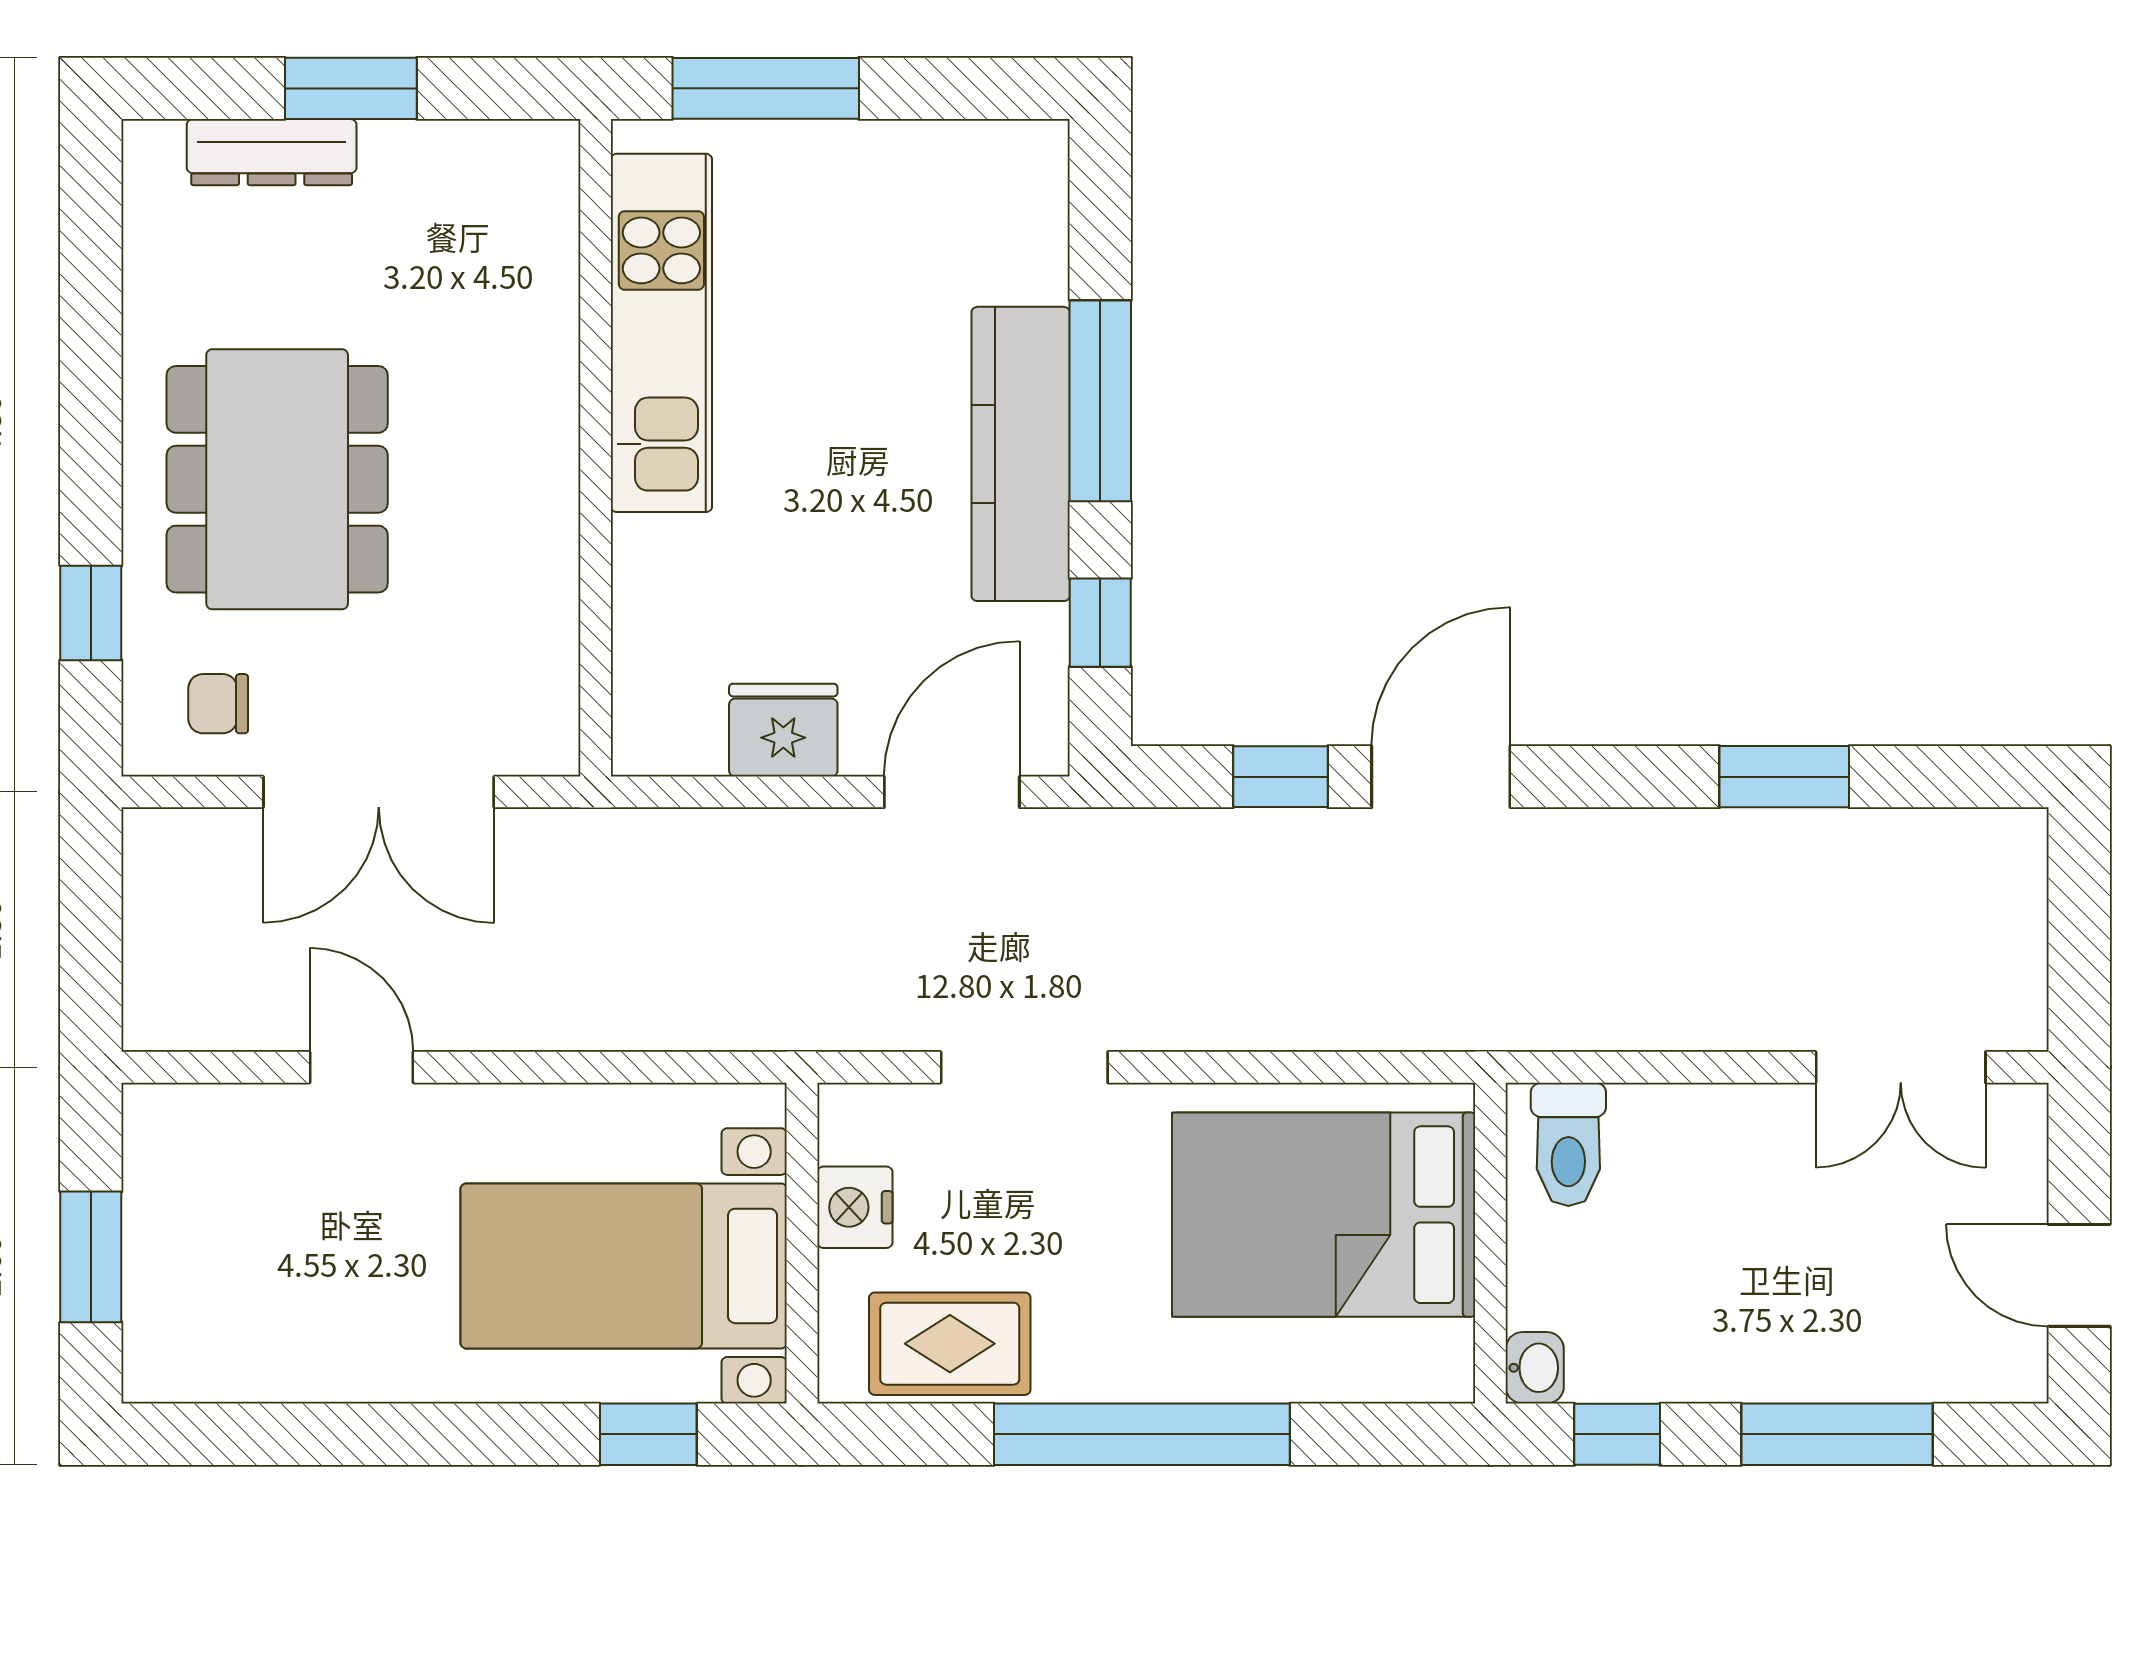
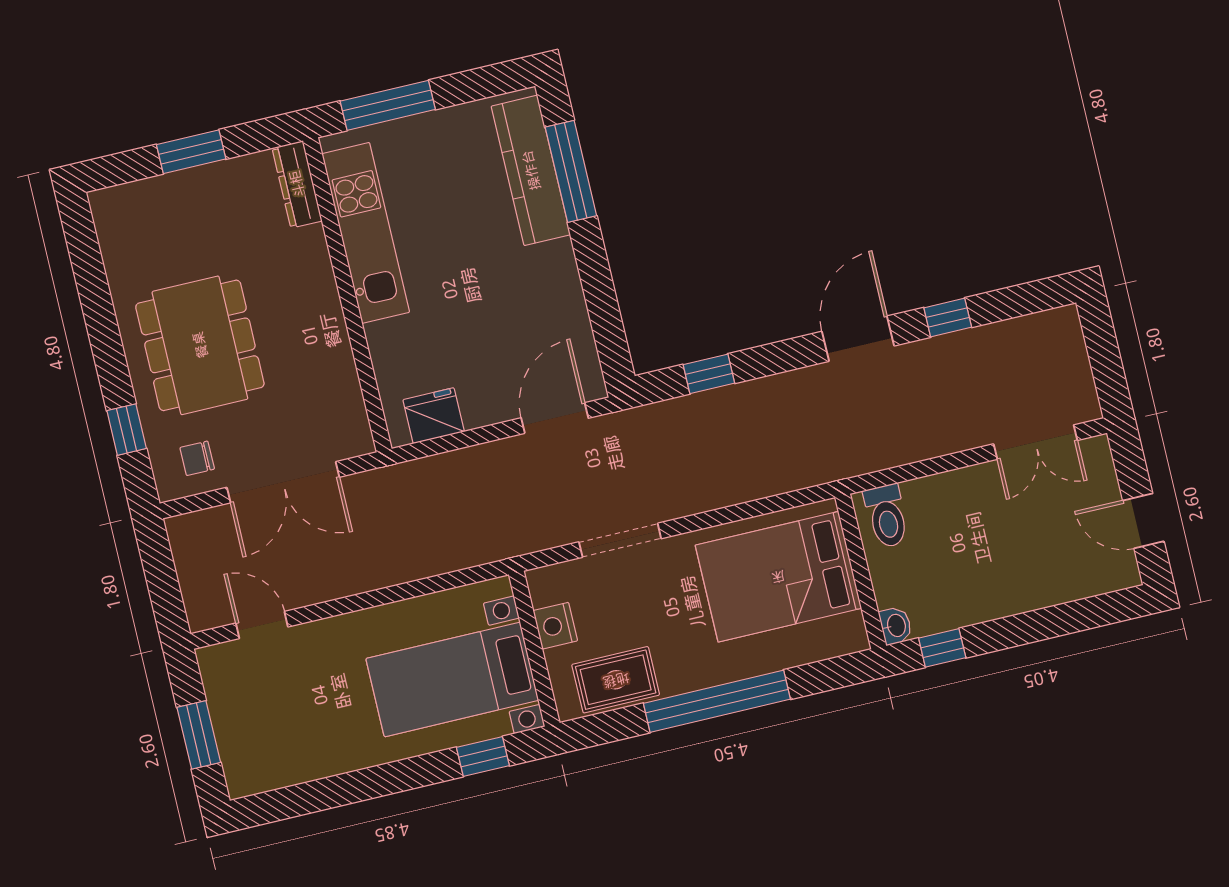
dresser: (272, 152) -> (297, 184), moved, turned 90
window: (1100, 401) -> (571, 171), moved
kitchen counter: (1021, 454) -> (531, 170), moved
window: (1100, 623) -> (606, 321), removed
fridge: (783, 730) -> (434, 416), moved
door: (1441, 777) -> (858, 339), moved
window: (1784, 777) -> (948, 317), width x0.67
door: (362, 1067) -> (262, 625), moved
window: (1837, 1434) -> (1046, 623), removed

